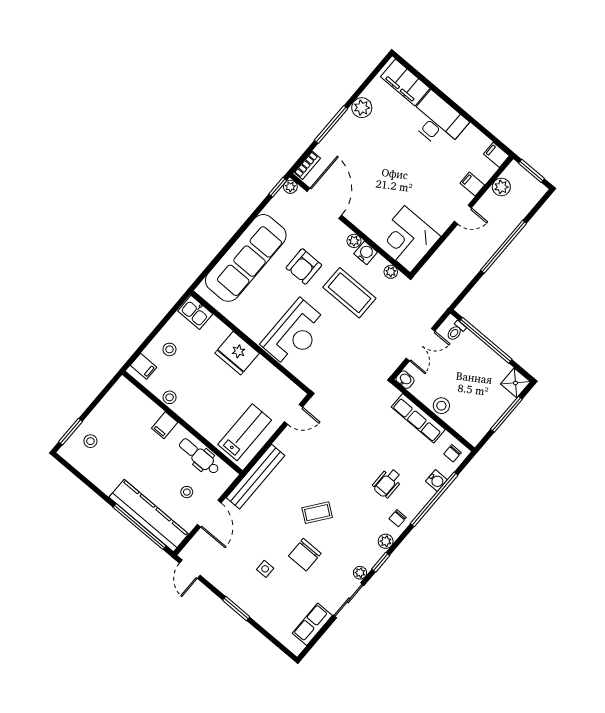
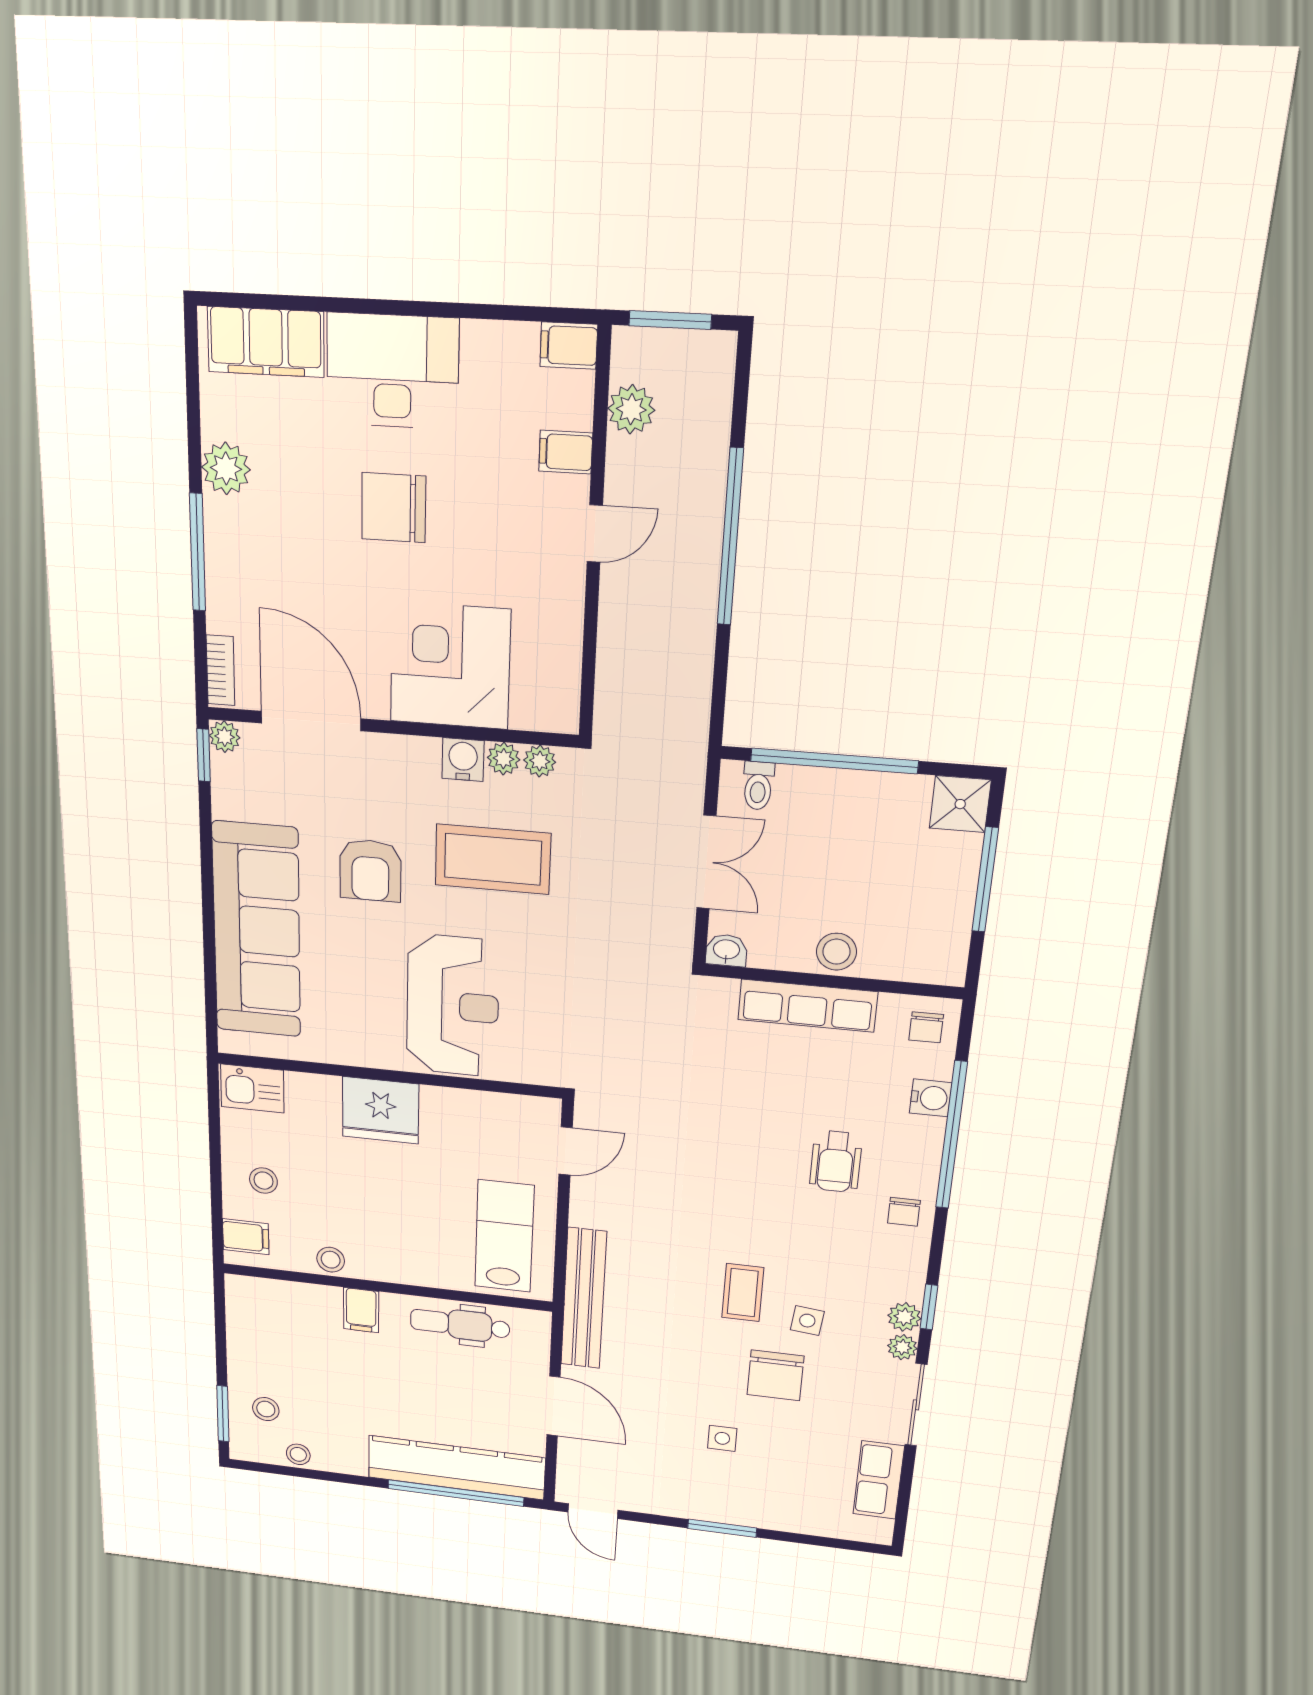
chair: (406, 160) -> (394, 508), added
corner desk: (407, 239) -> (450, 666), moved, turned 90
plant: (354, 241) -> (504, 759), moved
stool: (187, 492) -> (298, 1454), moved
coffee table: (317, 513) -> (743, 1293), turned -37
side table: (333, 539) -> (807, 1321), added
plant: (386, 541) -> (904, 1317), moved

